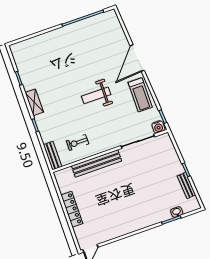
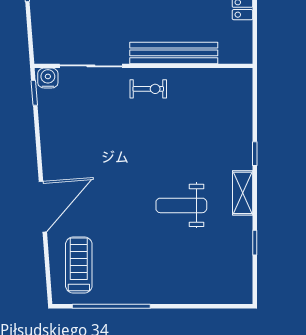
weight bench: (96, 95) -> (181, 205), moved, turned 180
treadmill: (140, 95) -> (79, 265), moved
exercise bike: (78, 142) -> (148, 89), moved
bench: (52, 156) -> (243, 92), removed

